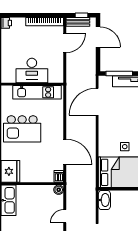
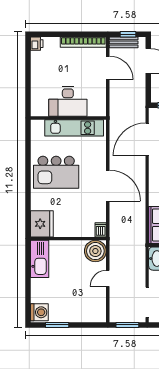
door: (65, 43) -> (108, 68), hinge flipped
door: (65, 152) -> (108, 186), moved
boiler: (59, 190) -> (95, 251), width x1.86, depth x1.86

